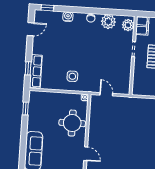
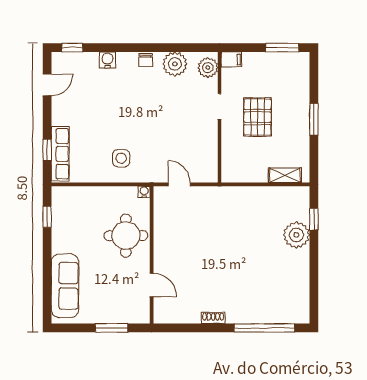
filing cabinet: (142, 26) -> (231, 59), width x0.50

